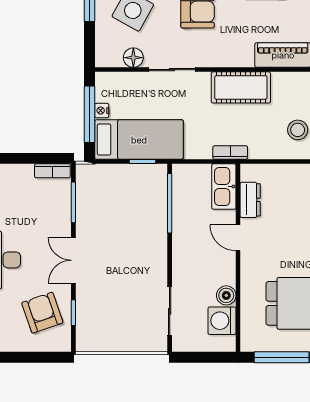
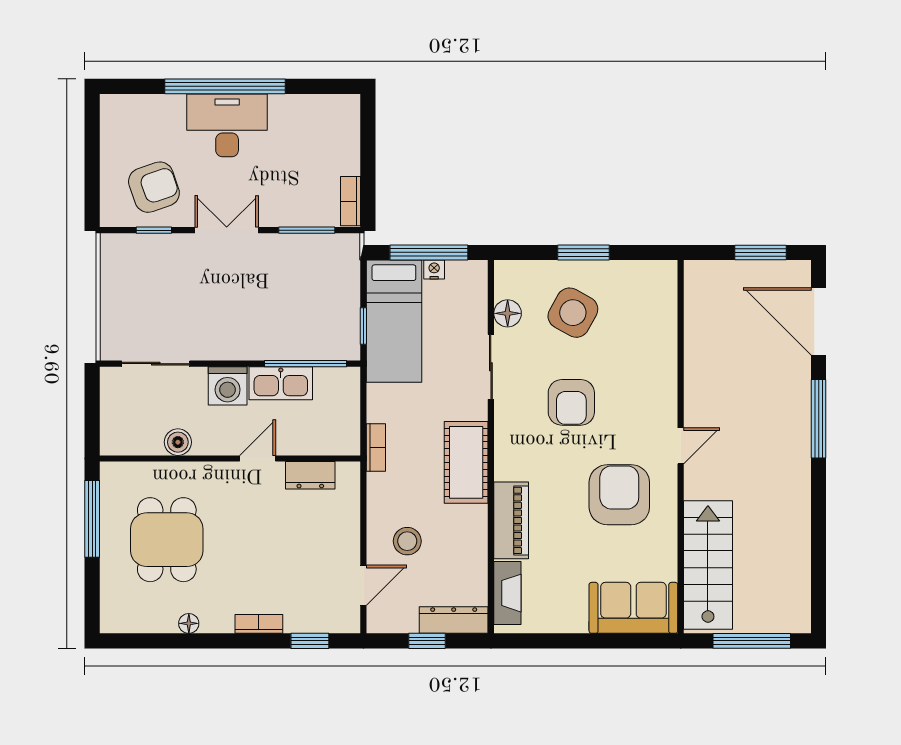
kitchen sink: (224, 187) -> (281, 383), moved, turned 180
washing machine: (222, 321) -> (228, 386), moved, turned 180

